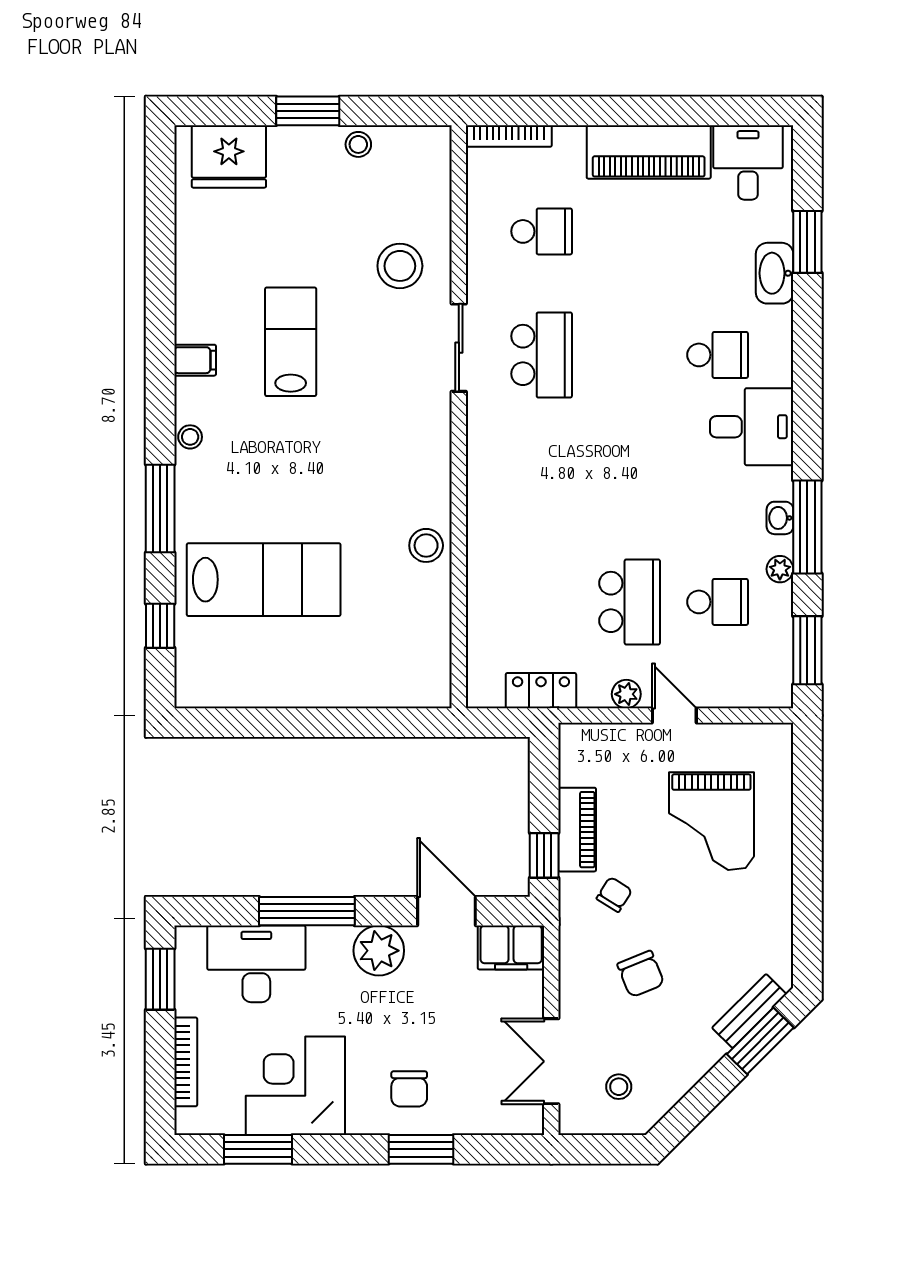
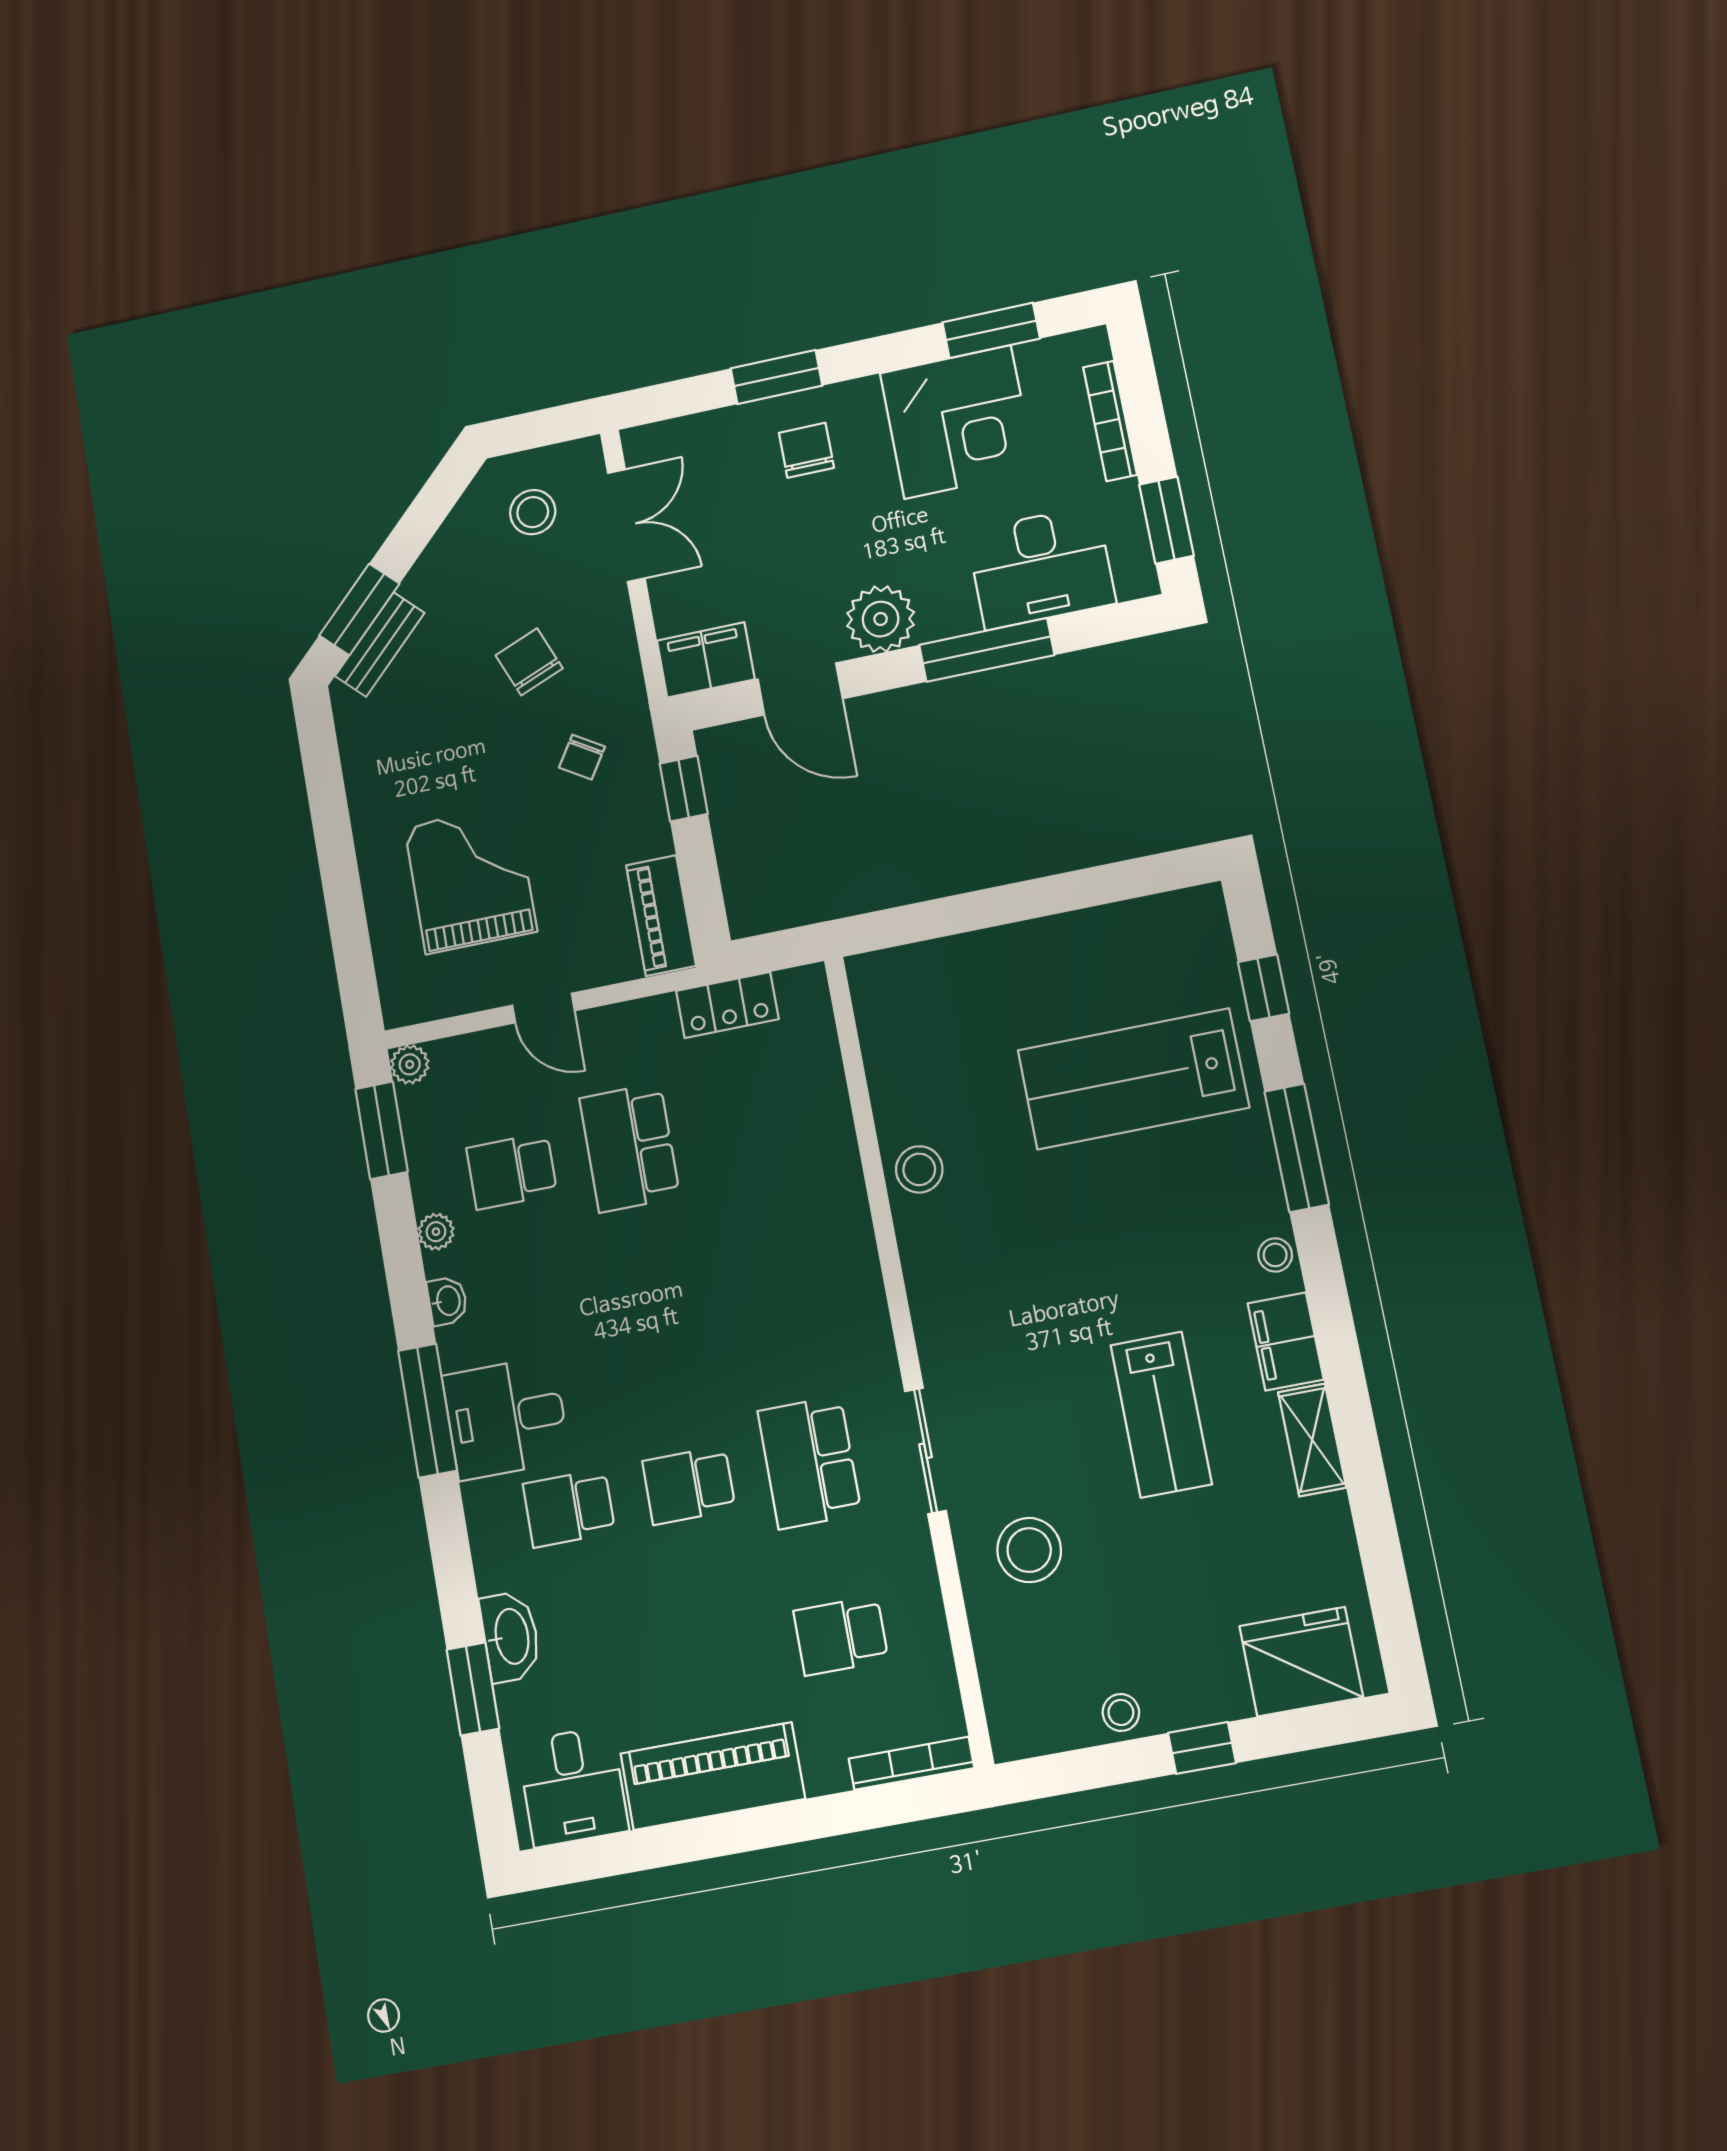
window: (308, 111) -> (1202, 1748), width x0.67
shelving: (191, 305) -> (1312, 1440), added
school desk: (630, 355) -> (689, 1485), added
filing cabinet: (195, 360) -> (1286, 1341), width x2.00
window: (807, 527) -> (427, 1411), moved
plant: (626, 694) -> (410, 1064), moved
piano: (577, 830) -> (661, 915), moved
stool: (619, 1087) -> (533, 512), width x1.37, depth x1.37

